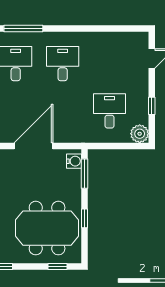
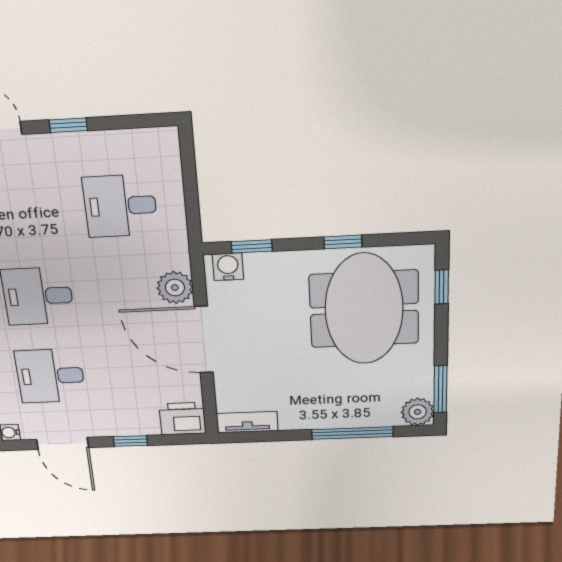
window: (152, 106) -> (68, 125), moved
plant: (140, 134) -> (175, 288), moved
window: (85, 174) -> (252, 246), width x0.67

